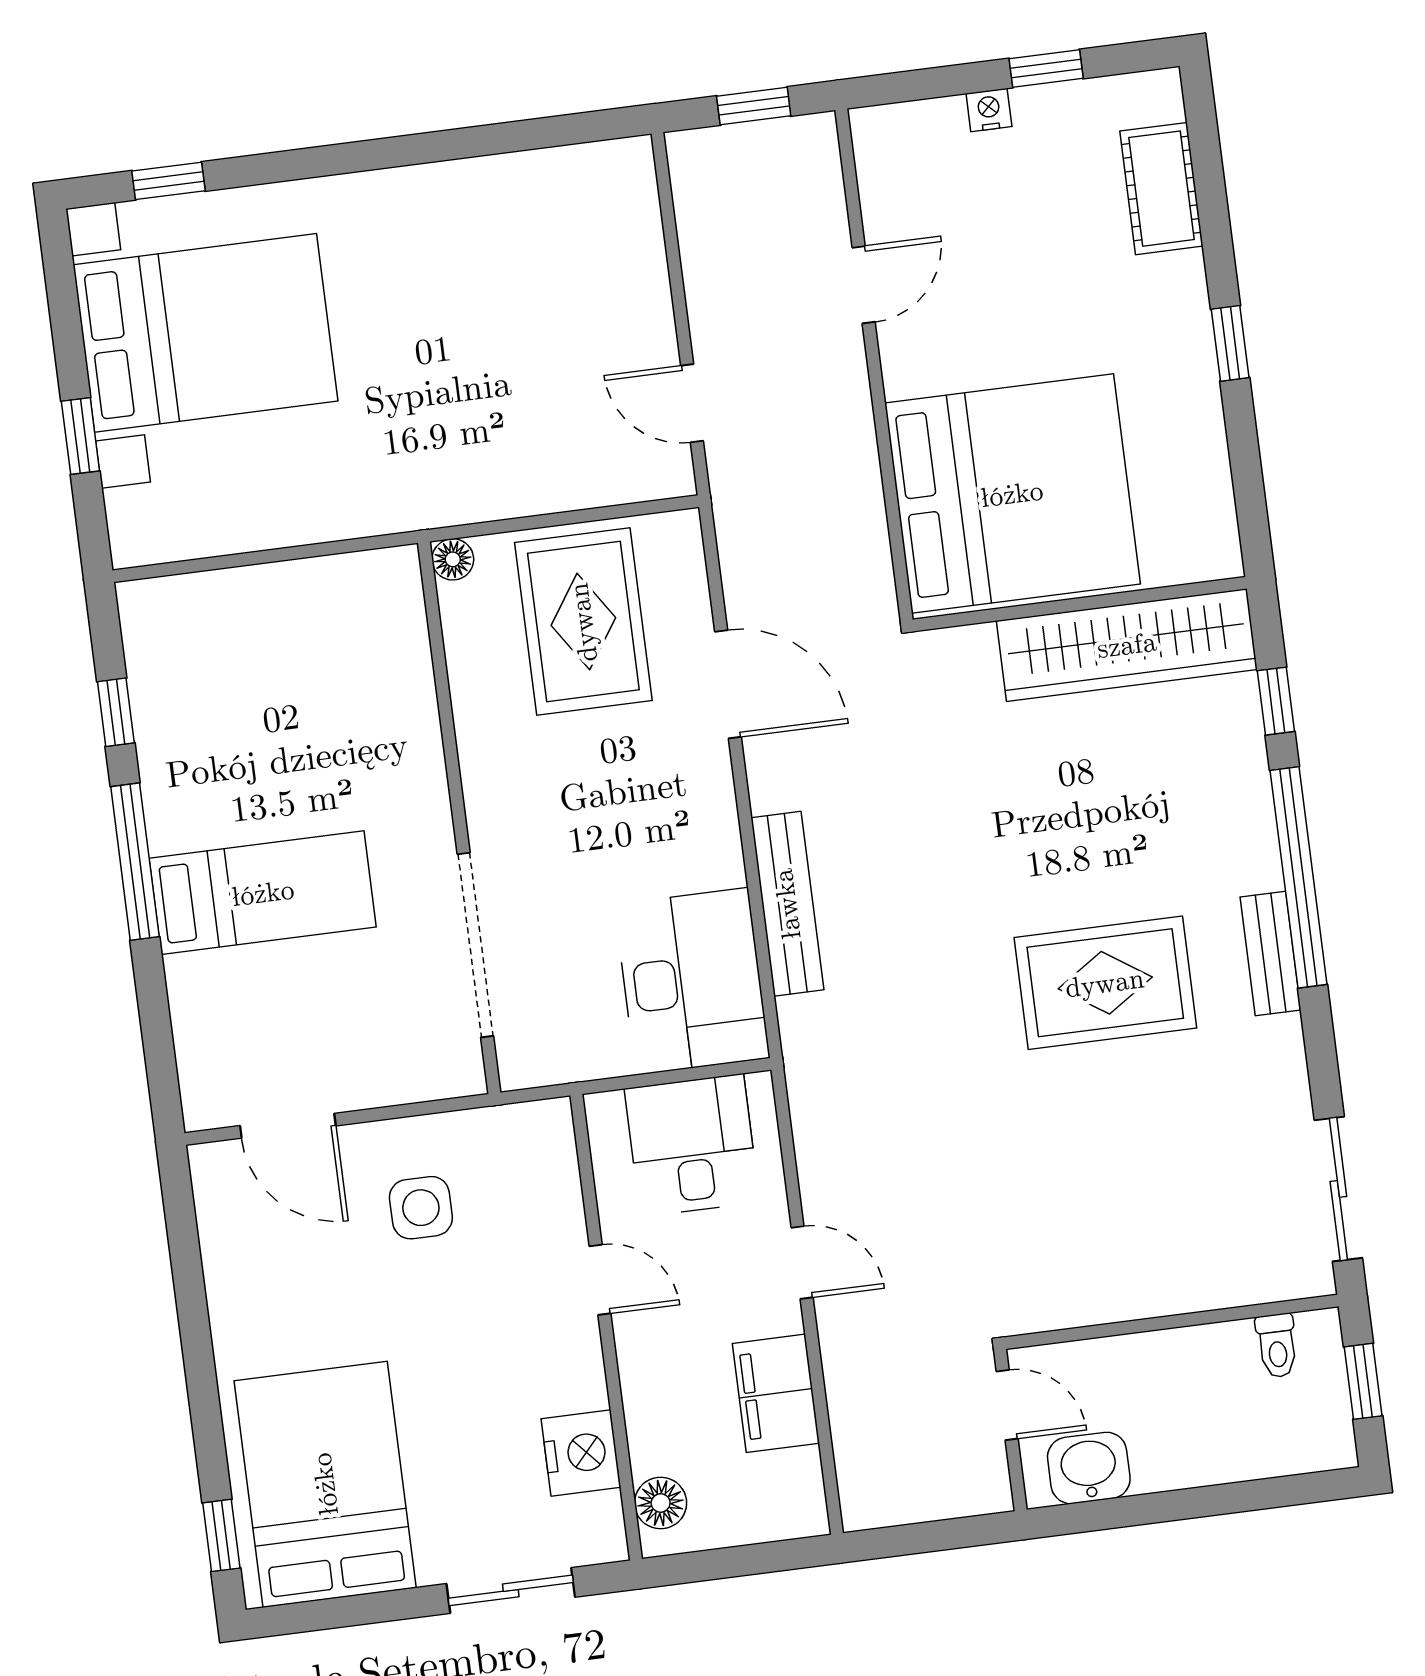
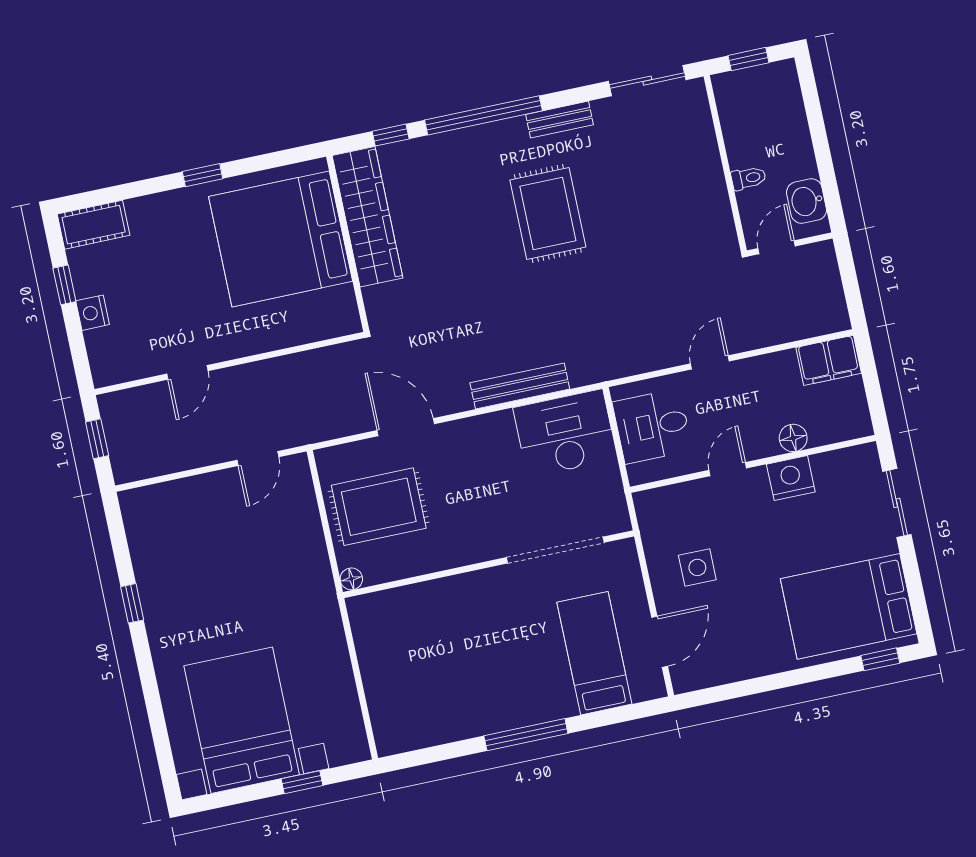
nightstand: (989, 110) -> (93, 313), width x1.39, depth x1.35
window: (169, 181) -> (132, 603), moved
cot: (1161, 189) -> (94, 225), moved
door: (864, 285) -> (187, 372), swing flipped
bed: (1012, 494) -> (281, 239), moved, turned -90
door: (728, 684) -> (406, 427), hinge flipped
window: (116, 712) -> (447, 751), removed
bed: (263, 893) -> (594, 653), moved
bench: (1271, 953) -> (560, 120), moved
toilet: (1277, 1346) -> (749, 178), moved
filing cabinet: (776, 1393) -> (829, 360), moved
nightstand: (581, 1453) -> (791, 478), moved
floor lamp: (661, 1503) -> (793, 438), moved

